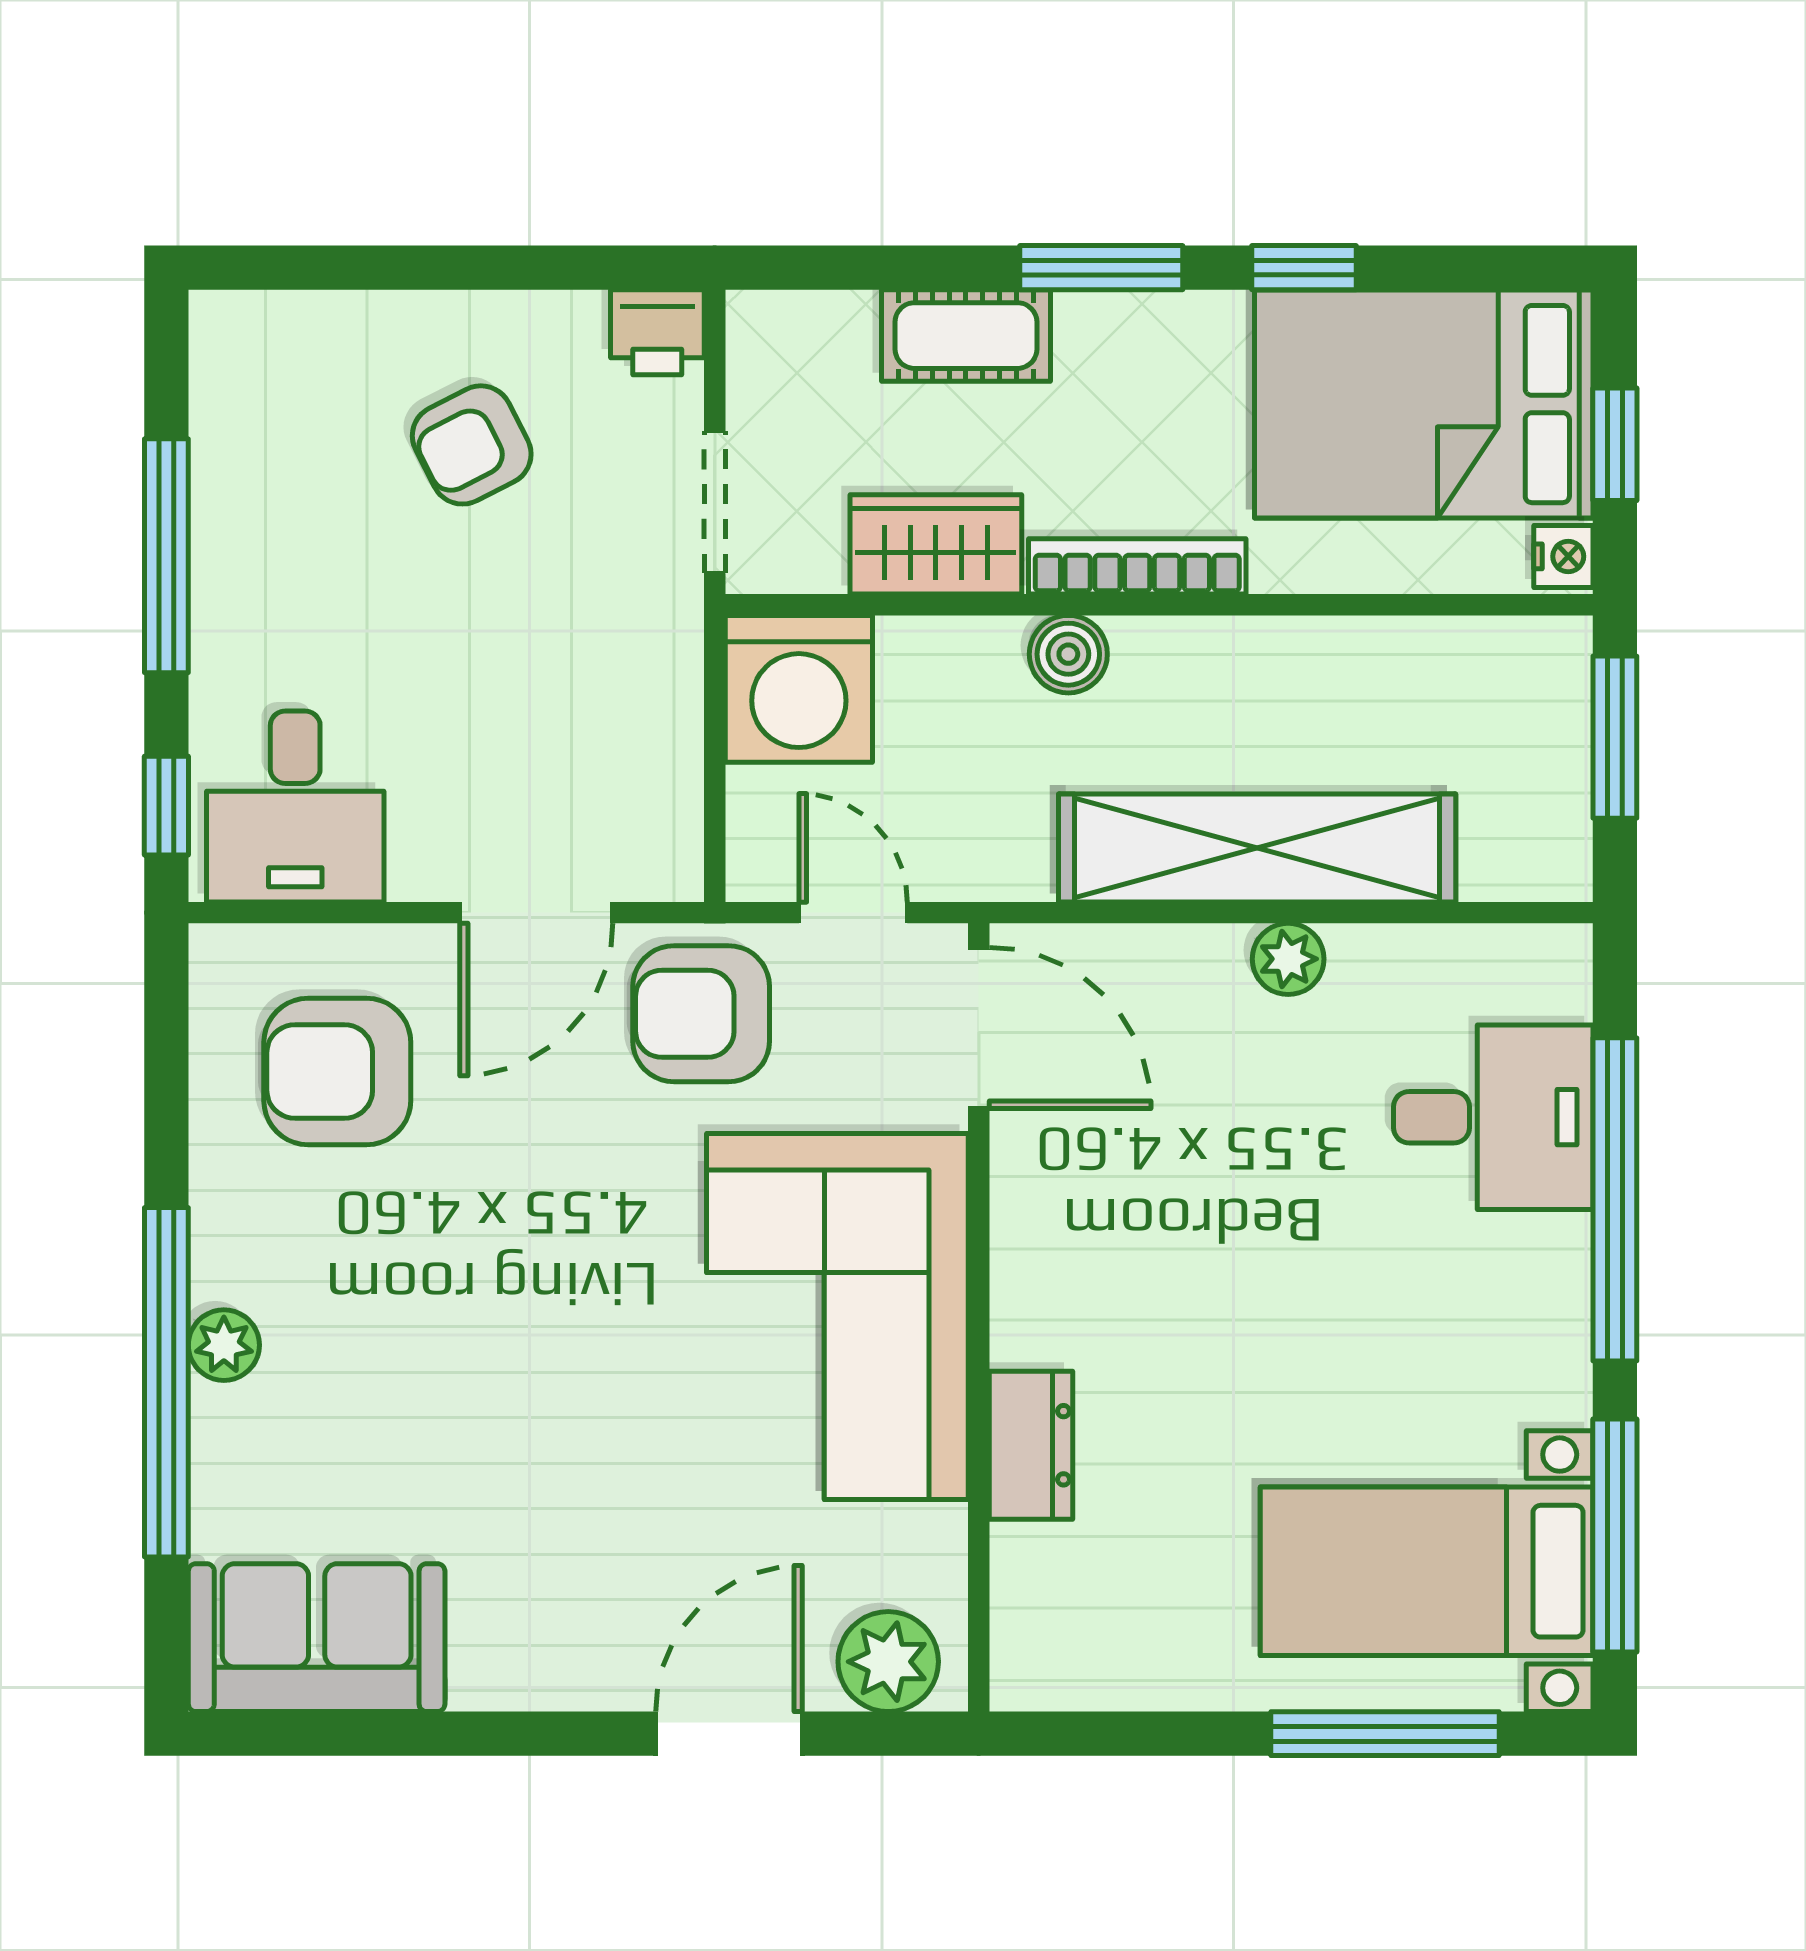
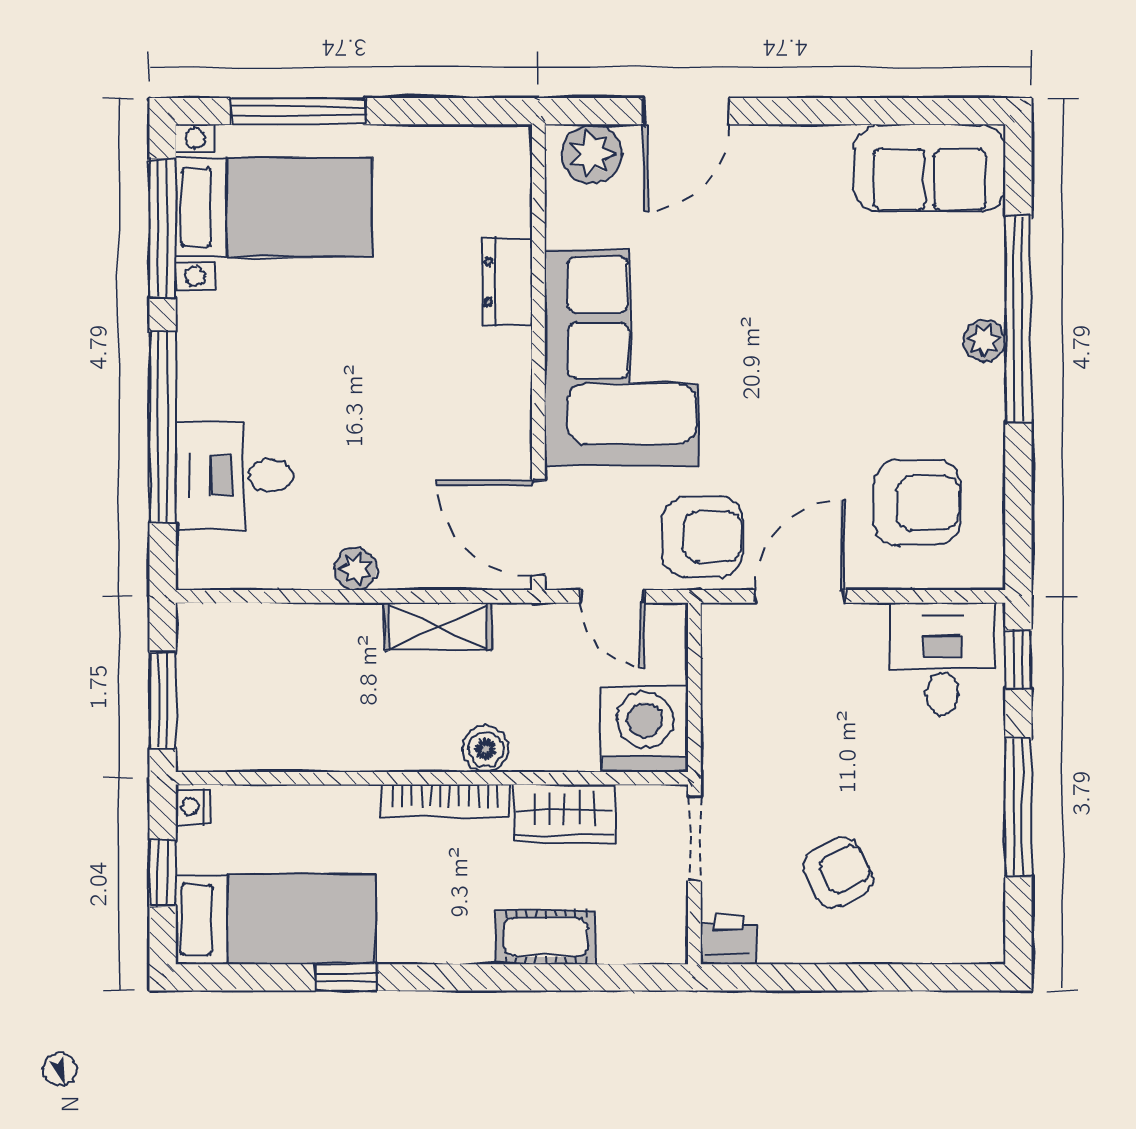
window: (1101, 268) -> (466, 977), removed
bed: (1424, 404) -> (276, 919), width x0.67
shelving: (1257, 848) -> (438, 627), width x0.45, depth x0.75

